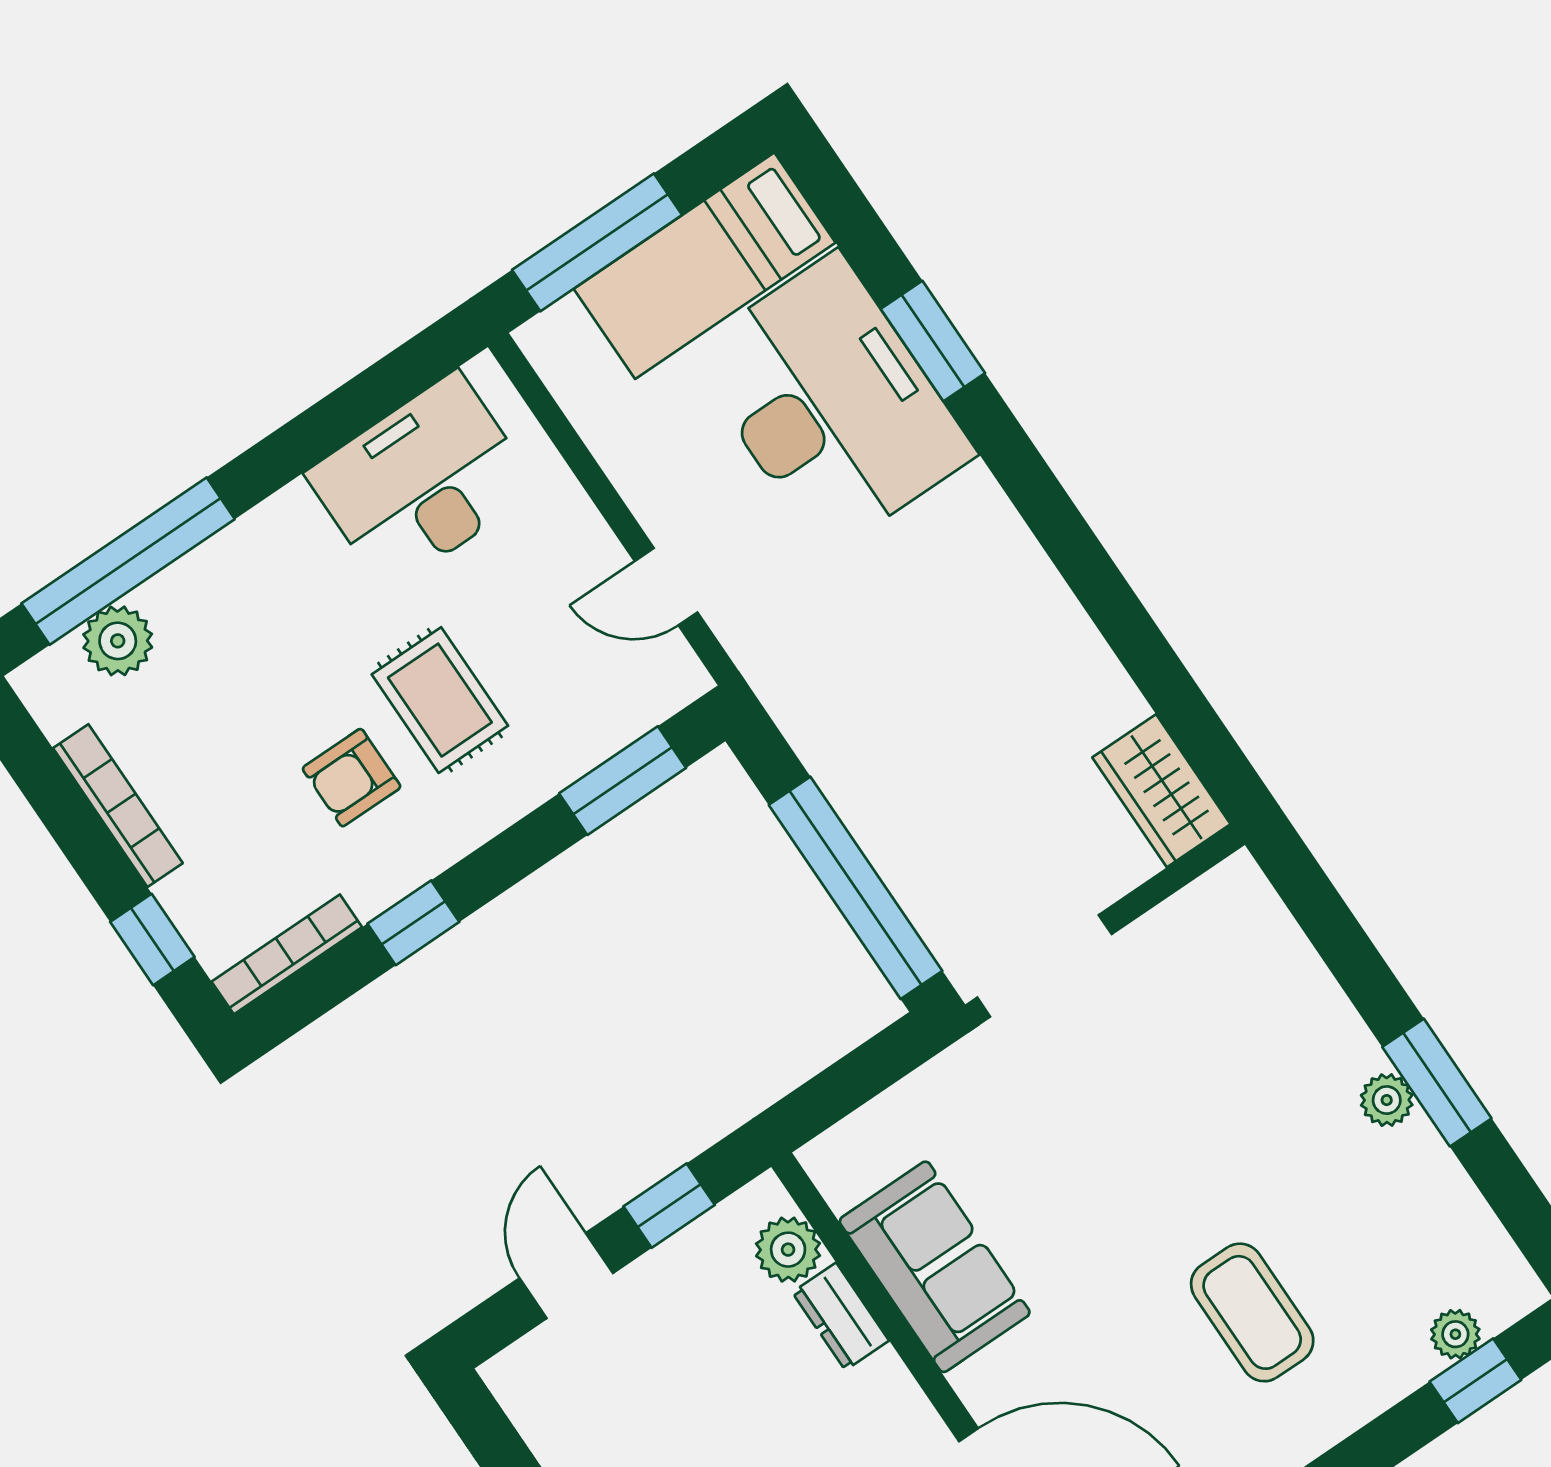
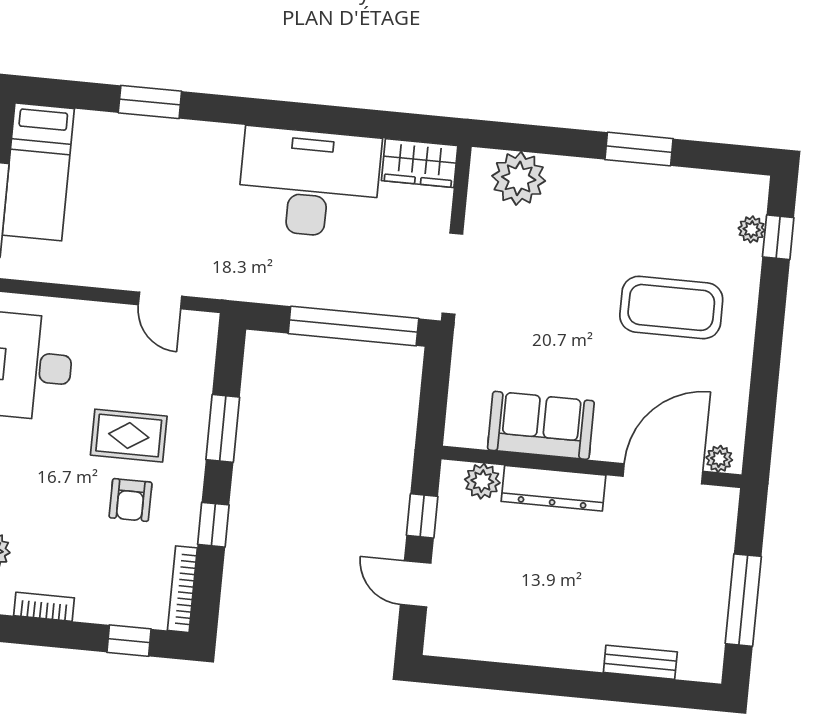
desk: (831, 404) -> (309, 183), moved
door: (666, 587) -> (160, 301), hinge flipped
window: (623, 781) -> (223, 428), moved
bookcase: (118, 806) -> (44, 607), width x0.64
plant: (1387, 1100) -> (519, 178), moved, width x1.87, depth x1.87
coffee table: (1252, 1312) -> (671, 307), width x1.36, depth x1.32
dresser: (841, 1316) -> (553, 488), width x1.96, depth x1.24

